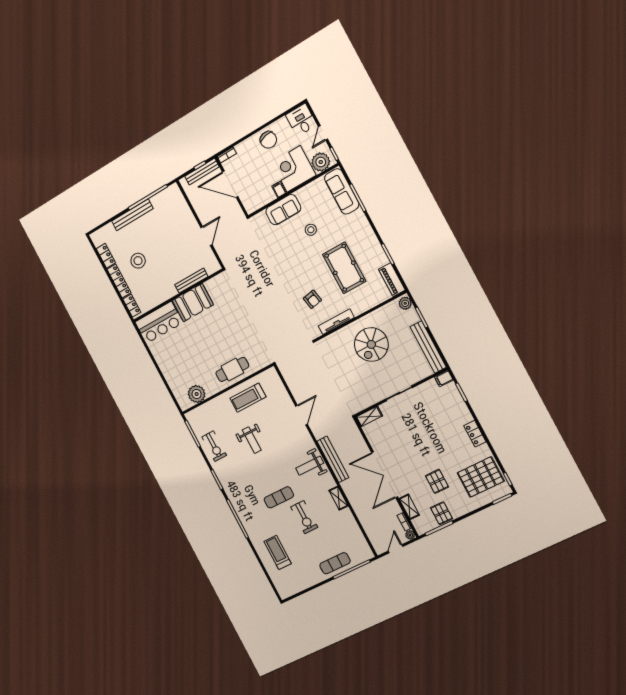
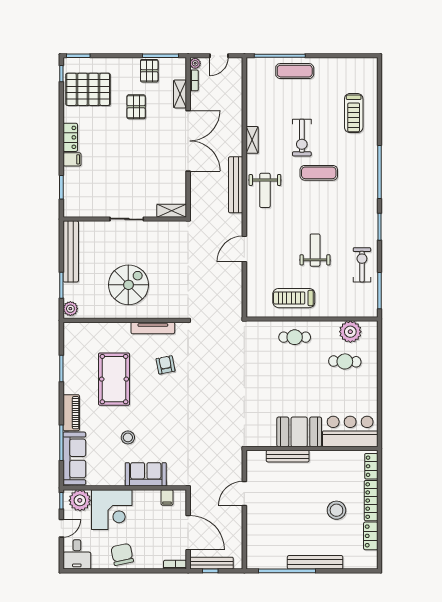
filing cabinet: (279, 190) -> (167, 497), moved
piano: (392, 280) -> (71, 413), moved
cafe table: (232, 369) -> (295, 337), width x0.73, depth x0.74
cafe table: (189, 371) -> (345, 361), added
filing cabinet: (444, 378) -> (72, 159), moved
treadmill: (248, 398) -> (294, 298), turned 180
weight bench: (310, 466) -> (265, 190), turned 90
exercise bike: (304, 517) -> (302, 138), turned 180

